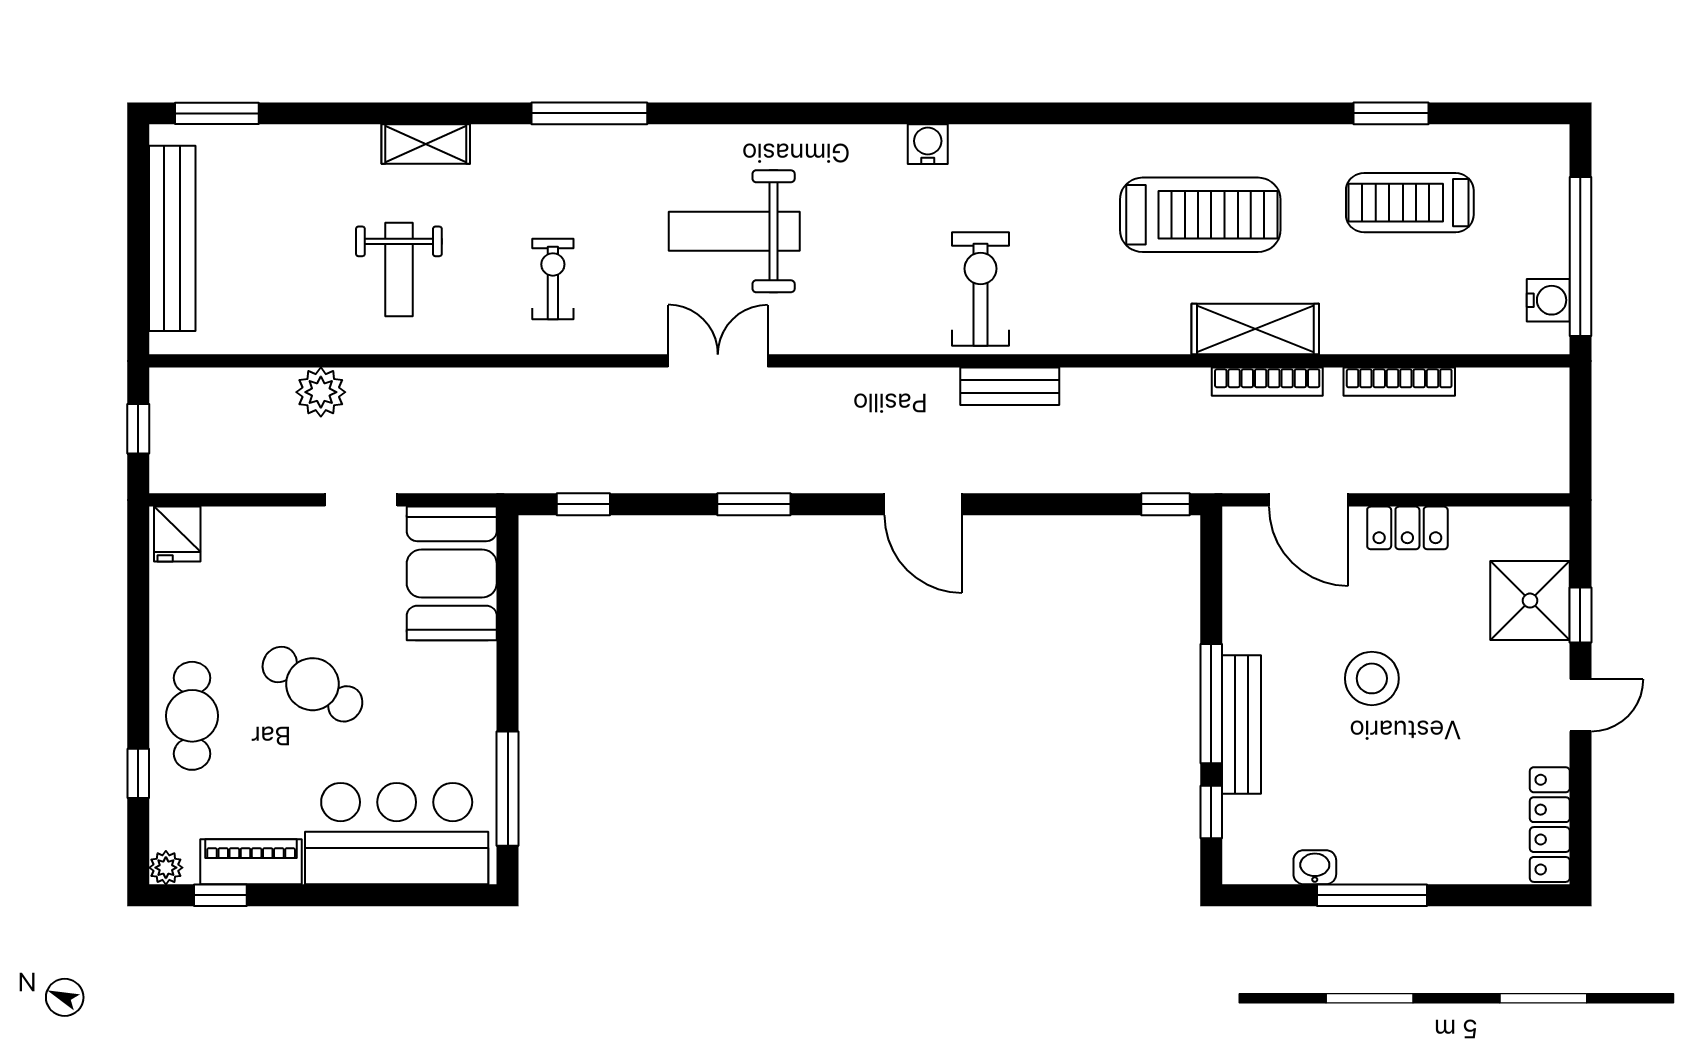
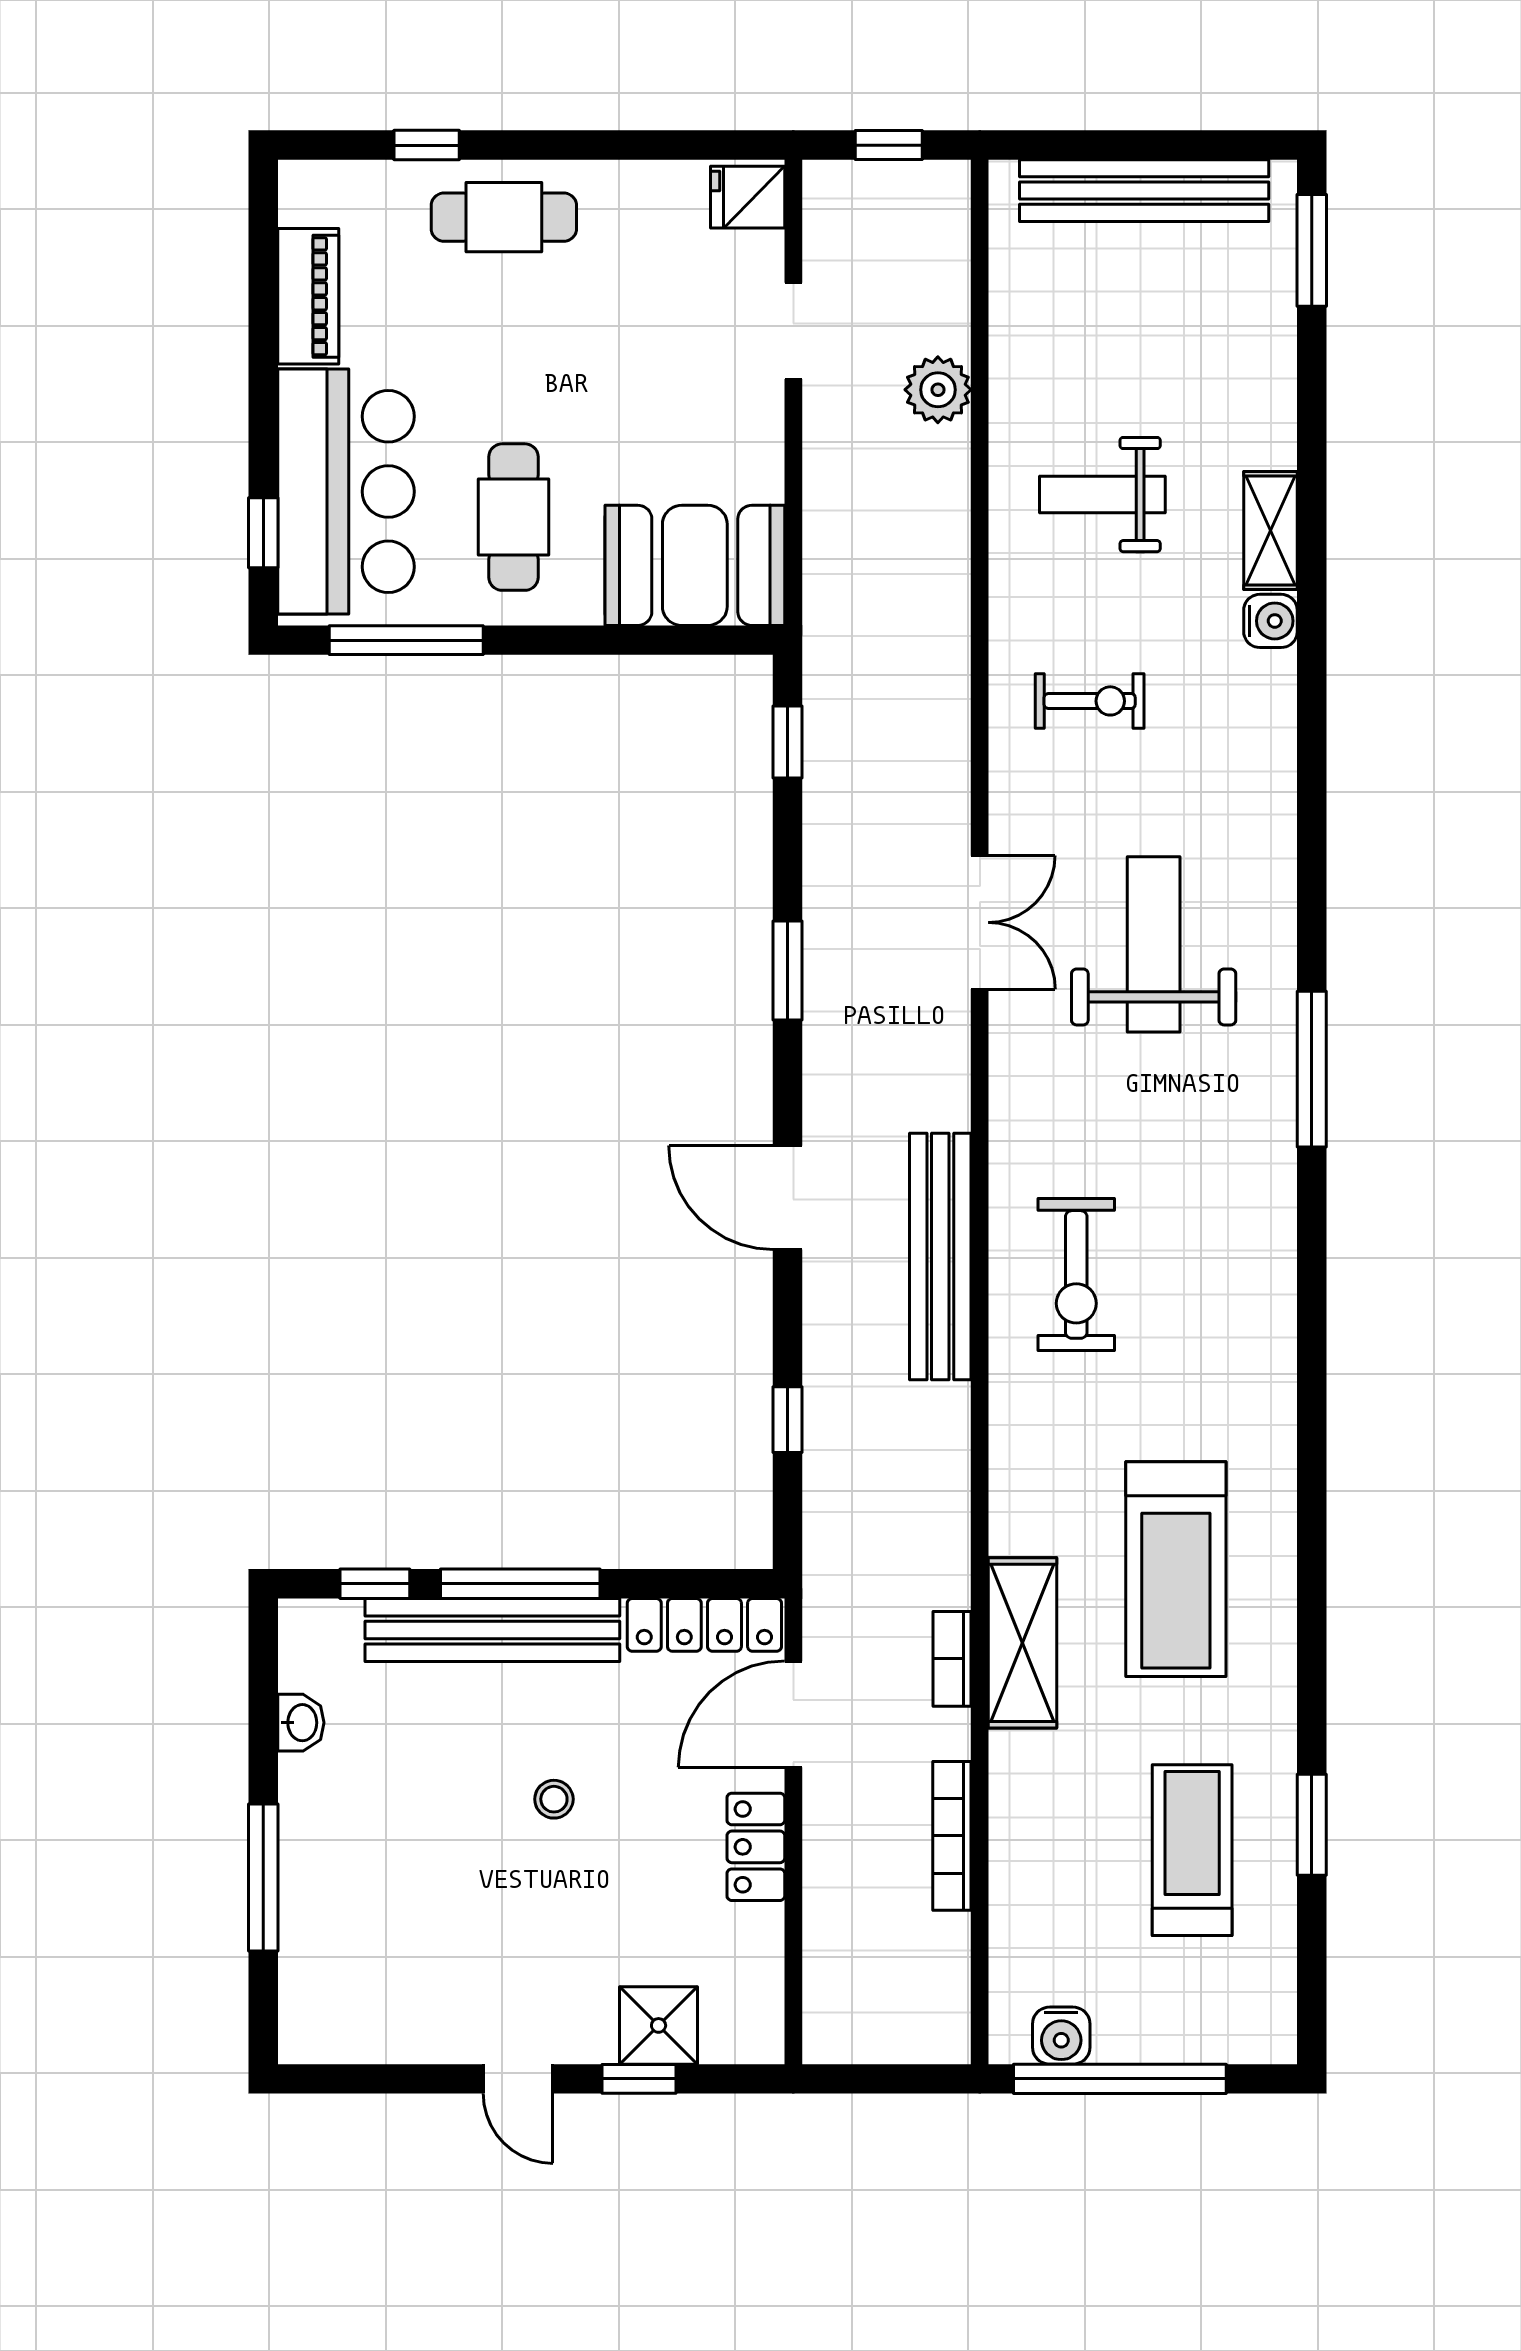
window: (589, 113) -> (1312, 1069), moved
water cooler: (928, 144) -> (1270, 621), moved
exercise bike: (981, 289) -> (1076, 1274), turned 90
bookcase: (1267, 382) -> (952, 1659), width x0.64
bench: (1010, 386) -> (940, 1257), width x1.86, depth x1.21
doorway: (361, 500) -> (793, 331), moved
door: (923, 504) -> (788, 1198), hinge flipped
window: (1166, 504) -> (788, 1420), moved
shower: (1530, 601) -> (659, 2025), width x0.73, depth x0.73
stool: (1372, 678) -> (554, 1799), width x0.53, depth x0.53
cafe table: (312, 684) -> (513, 517), moved, turned -31
bench: (1242, 724) -> (492, 1630), width x1.37, depth x1.21
locker: (1550, 825) -> (704, 1625), moved, turned 180
plant: (166, 868) -> (300, 182), removed
window: (220, 895) -> (263, 533), moved
window: (1372, 895) -> (263, 1878), moved

